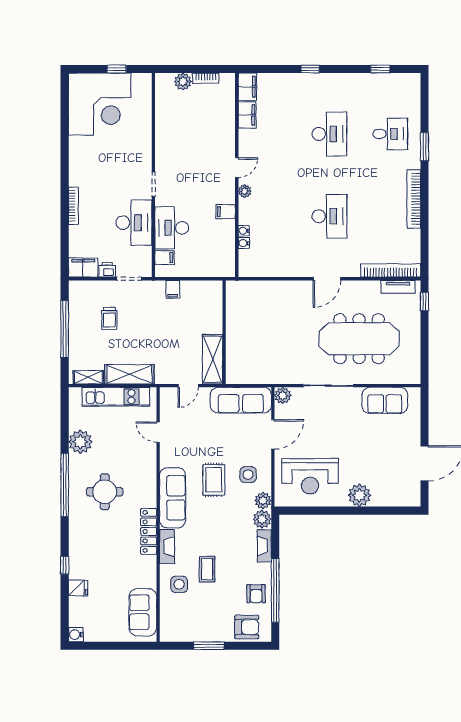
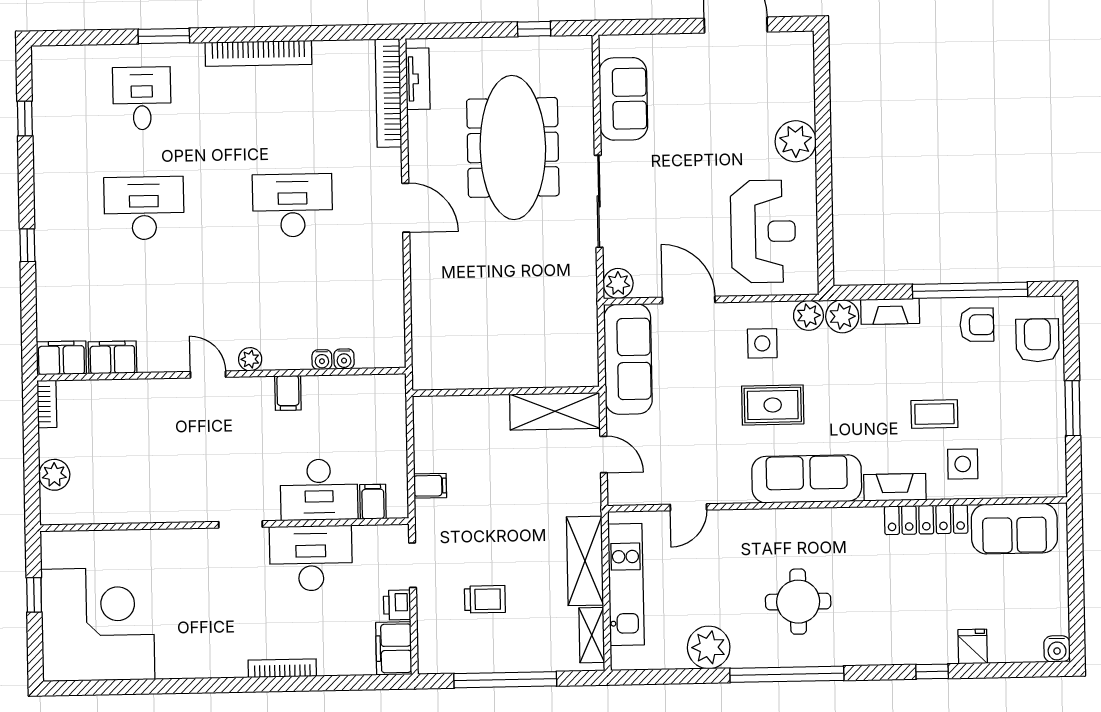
bookcase: (206, 78) -> (47, 404), moved
window: (424, 302) -> (534, 29), moved
locker: (149, 531) -> (926, 520), moved

